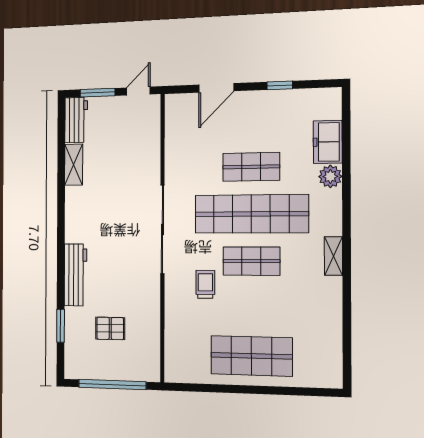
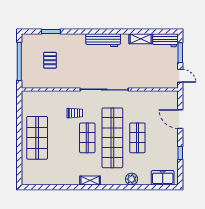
freezer: (328, 142) -> (163, 178), moved
workbench: (76, 275) -> (103, 40), moved

